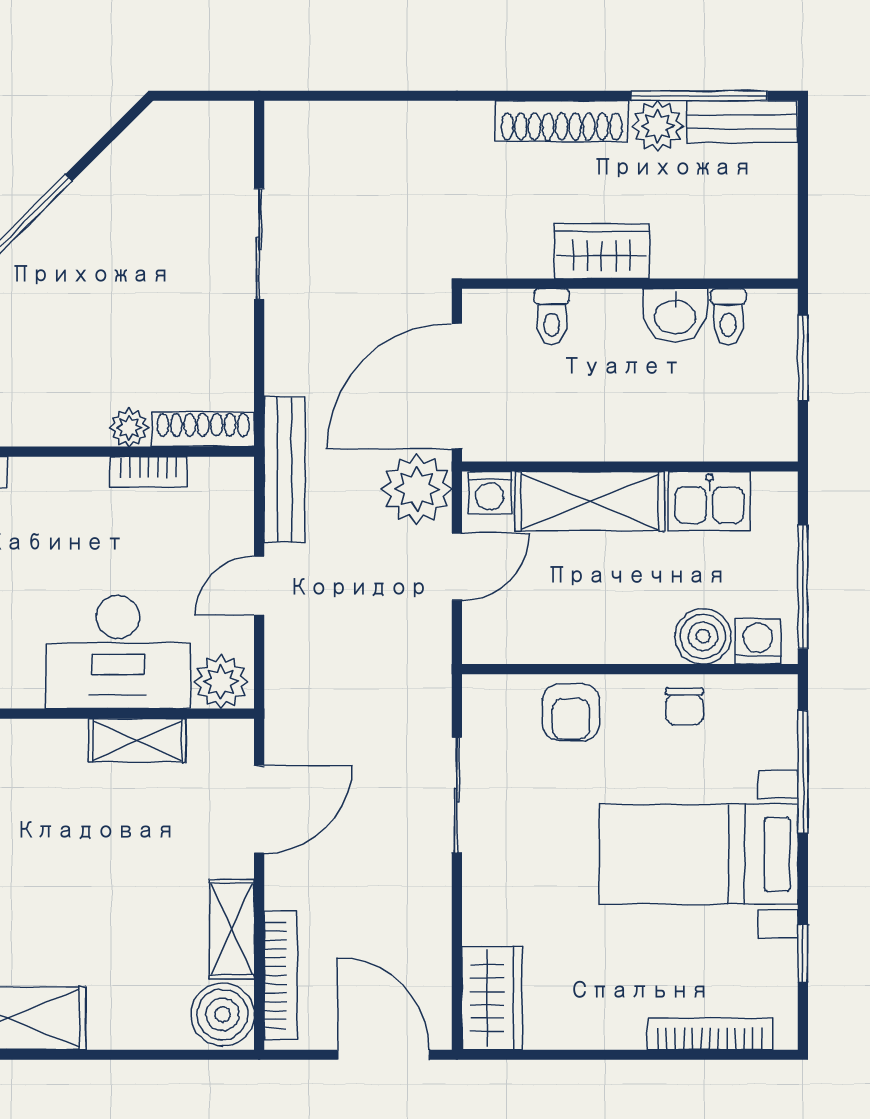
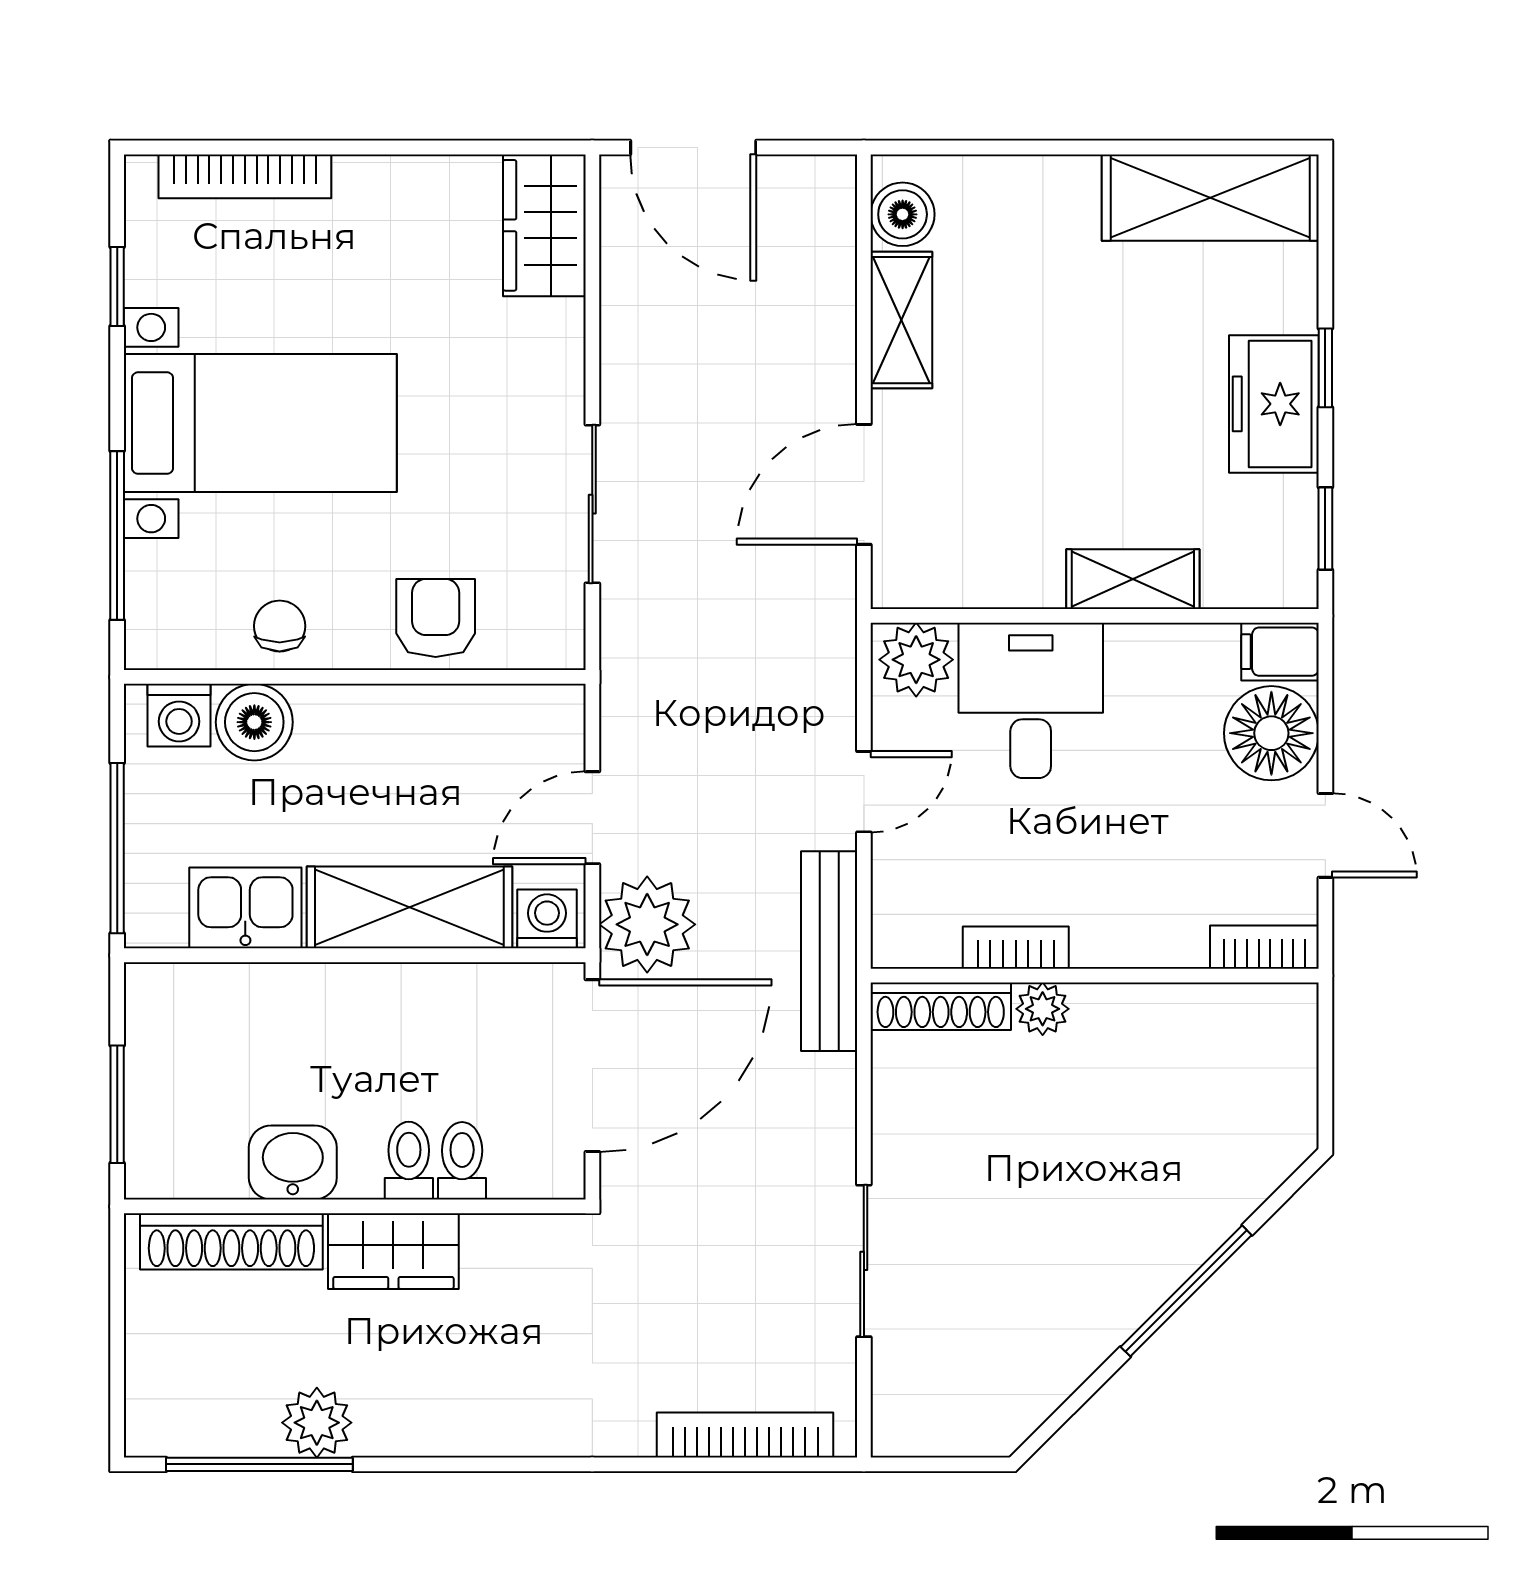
shoe rack: (562, 121) -> (231, 1241), moved, turned 180
bench: (742, 122) -> (201, 1429), removed
toilet: (728, 317) -> (409, 1161), moved
window: (803, 587) -> (117, 848), moved
desk: (118, 652) -> (1031, 700), width x0.73
shelving: (137, 740) -> (1133, 579), moved
bookcase: (281, 975) -> (745, 1435), moved, turned 90
boiler: (223, 1015) -> (903, 214), width x0.73, depth x0.73

